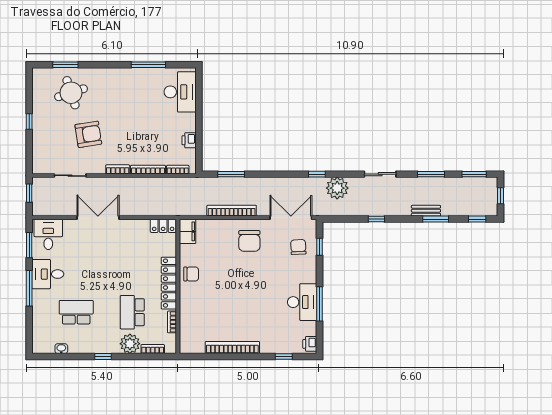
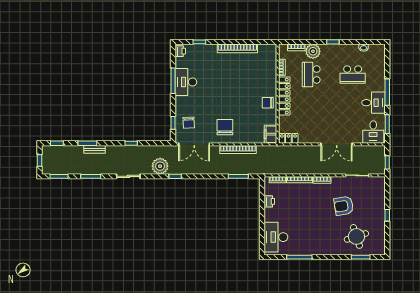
school desk: (132, 312) -> (311, 75), turned 180

